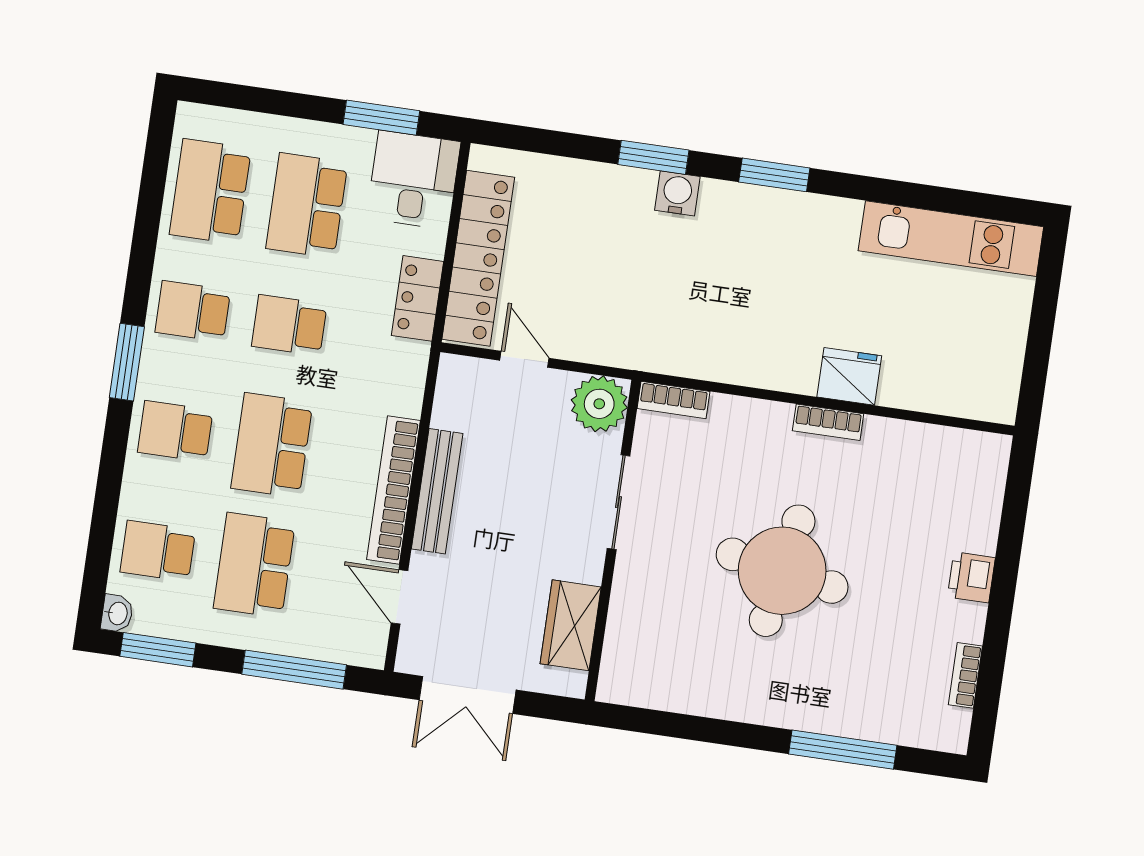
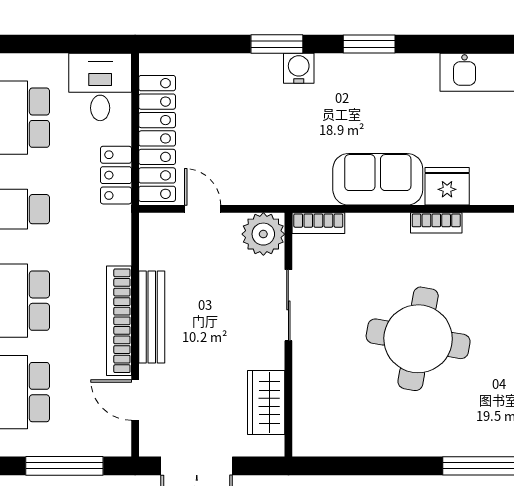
window: (381, 118) -> (69, 44), removed
sofa: (760, 354) -> (378, 179), added

